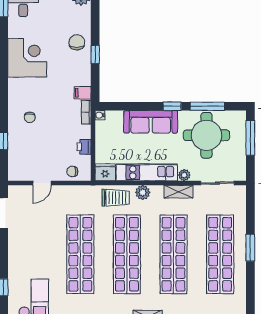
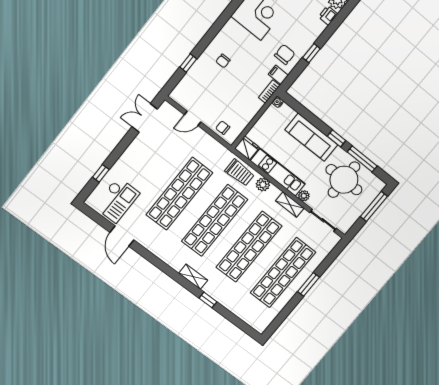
chair: (77, 42) -> (285, 55), moved
printer: (84, 147) -> (328, 15), moved

